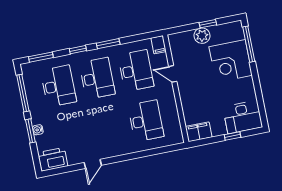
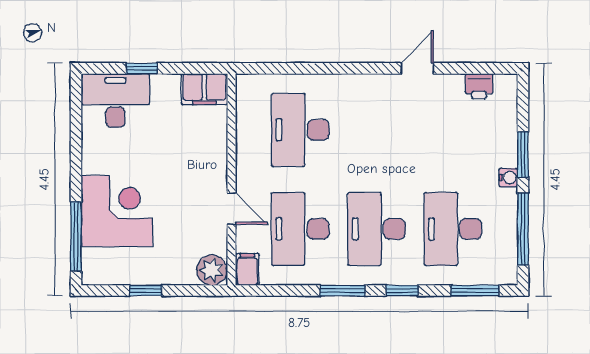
plant: (202, 36) -> (212, 270), moved
water cooler: (38, 130) -> (508, 178), moved
printer: (53, 159) -> (479, 86), width x0.53, depth x0.68

